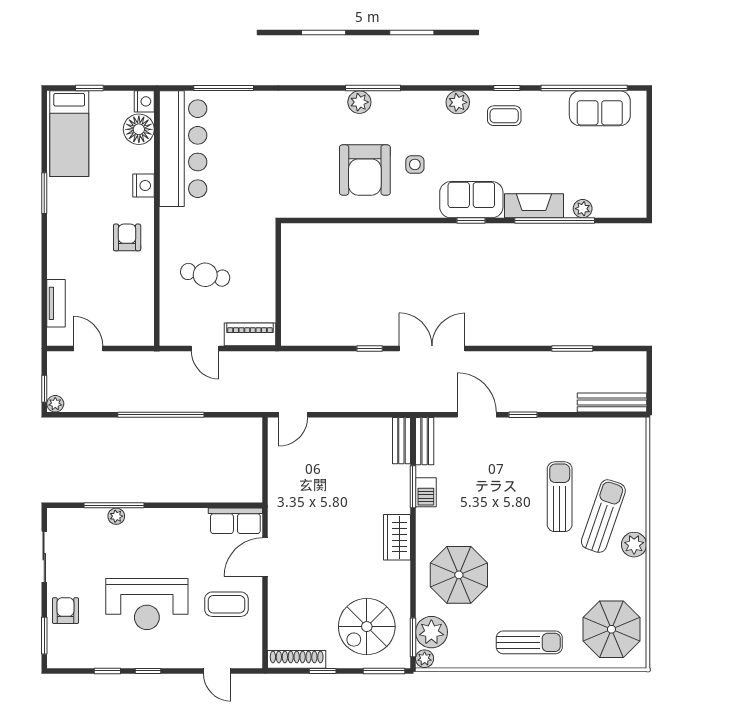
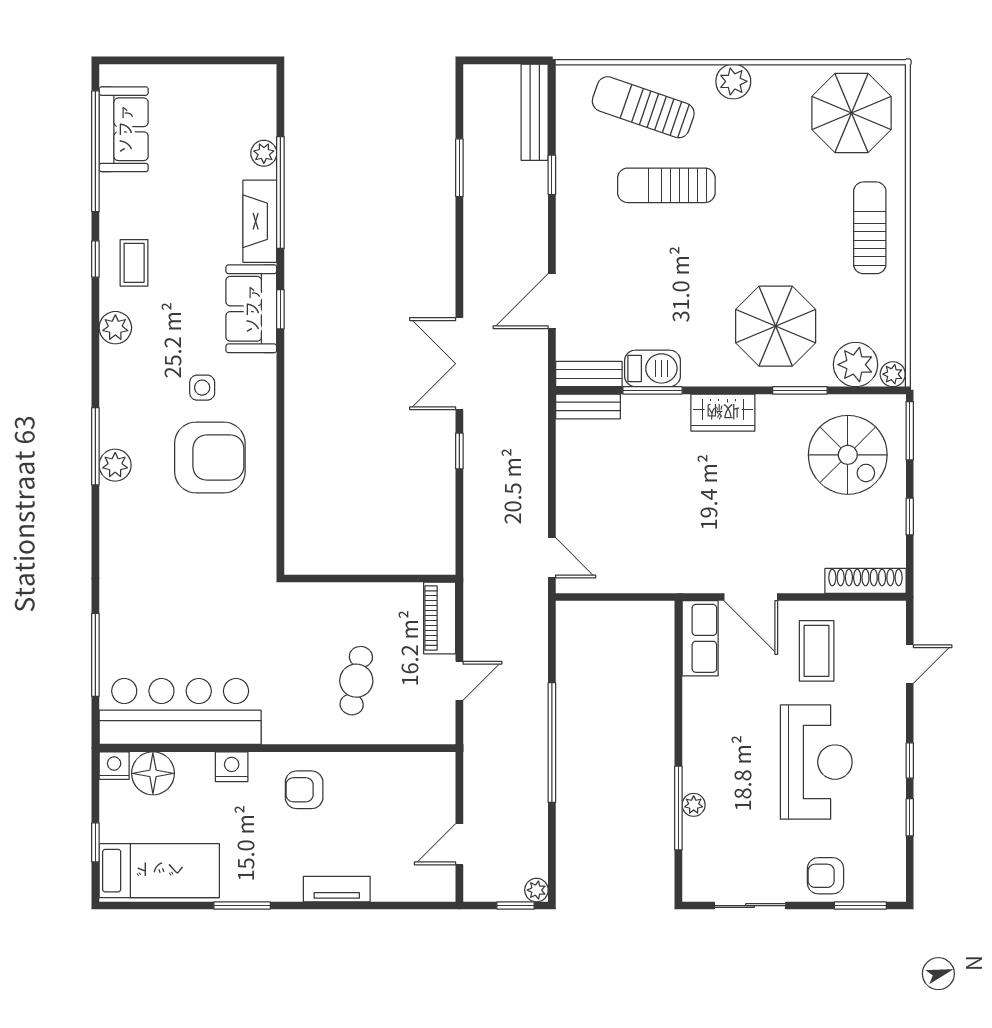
tv unit: (56, 303) -> (337, 889), moved
window: (523, 415) -> (552, 175), moved
barbecue: (426, 492) -> (652, 368), width x1.38, depth x1.27
sun lounger: (603, 516) -> (643, 107), moved
window: (413, 637) -> (800, 390), moved
shoe rack: (297, 659) -> (865, 581), moved, turned 90

